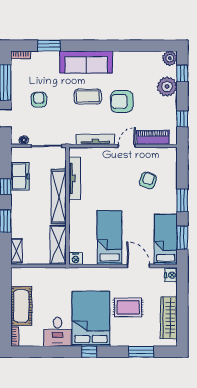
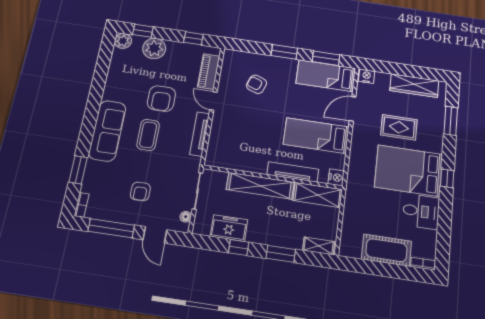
armchair: (39, 100) -> (140, 191), turned -90
tv unit: (75, 178) -> (293, 172), moved
rug: (128, 307) -> (399, 127), turned 90

